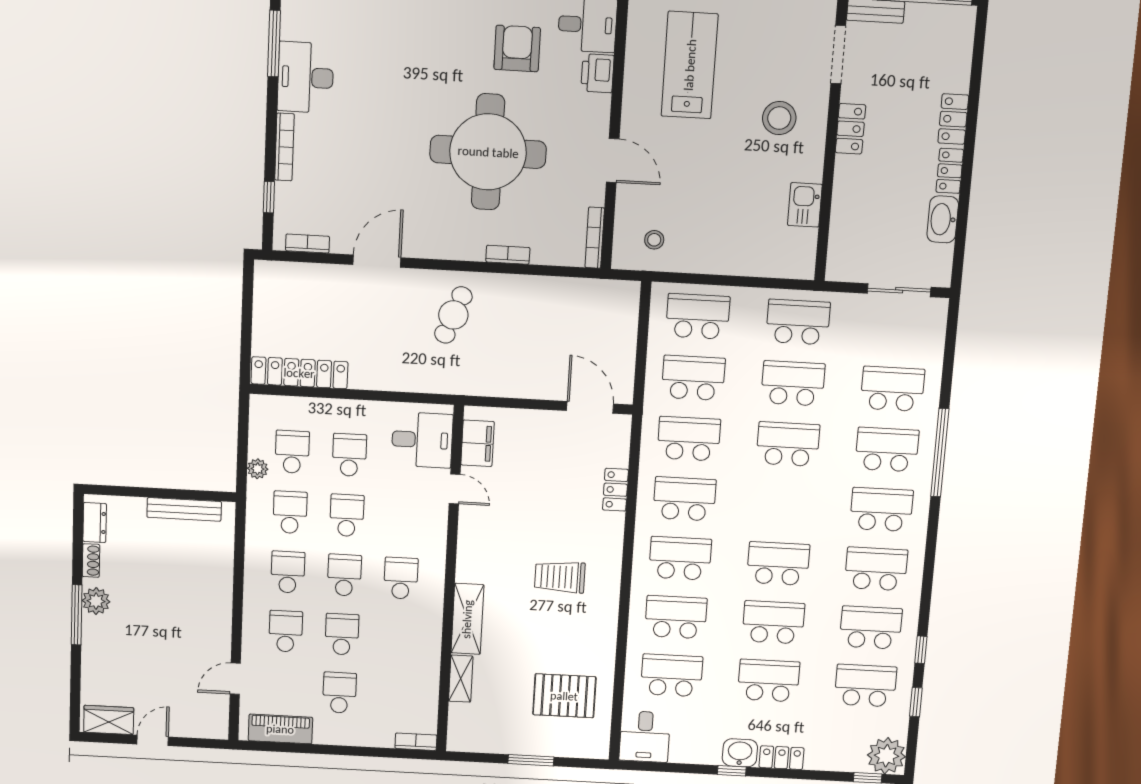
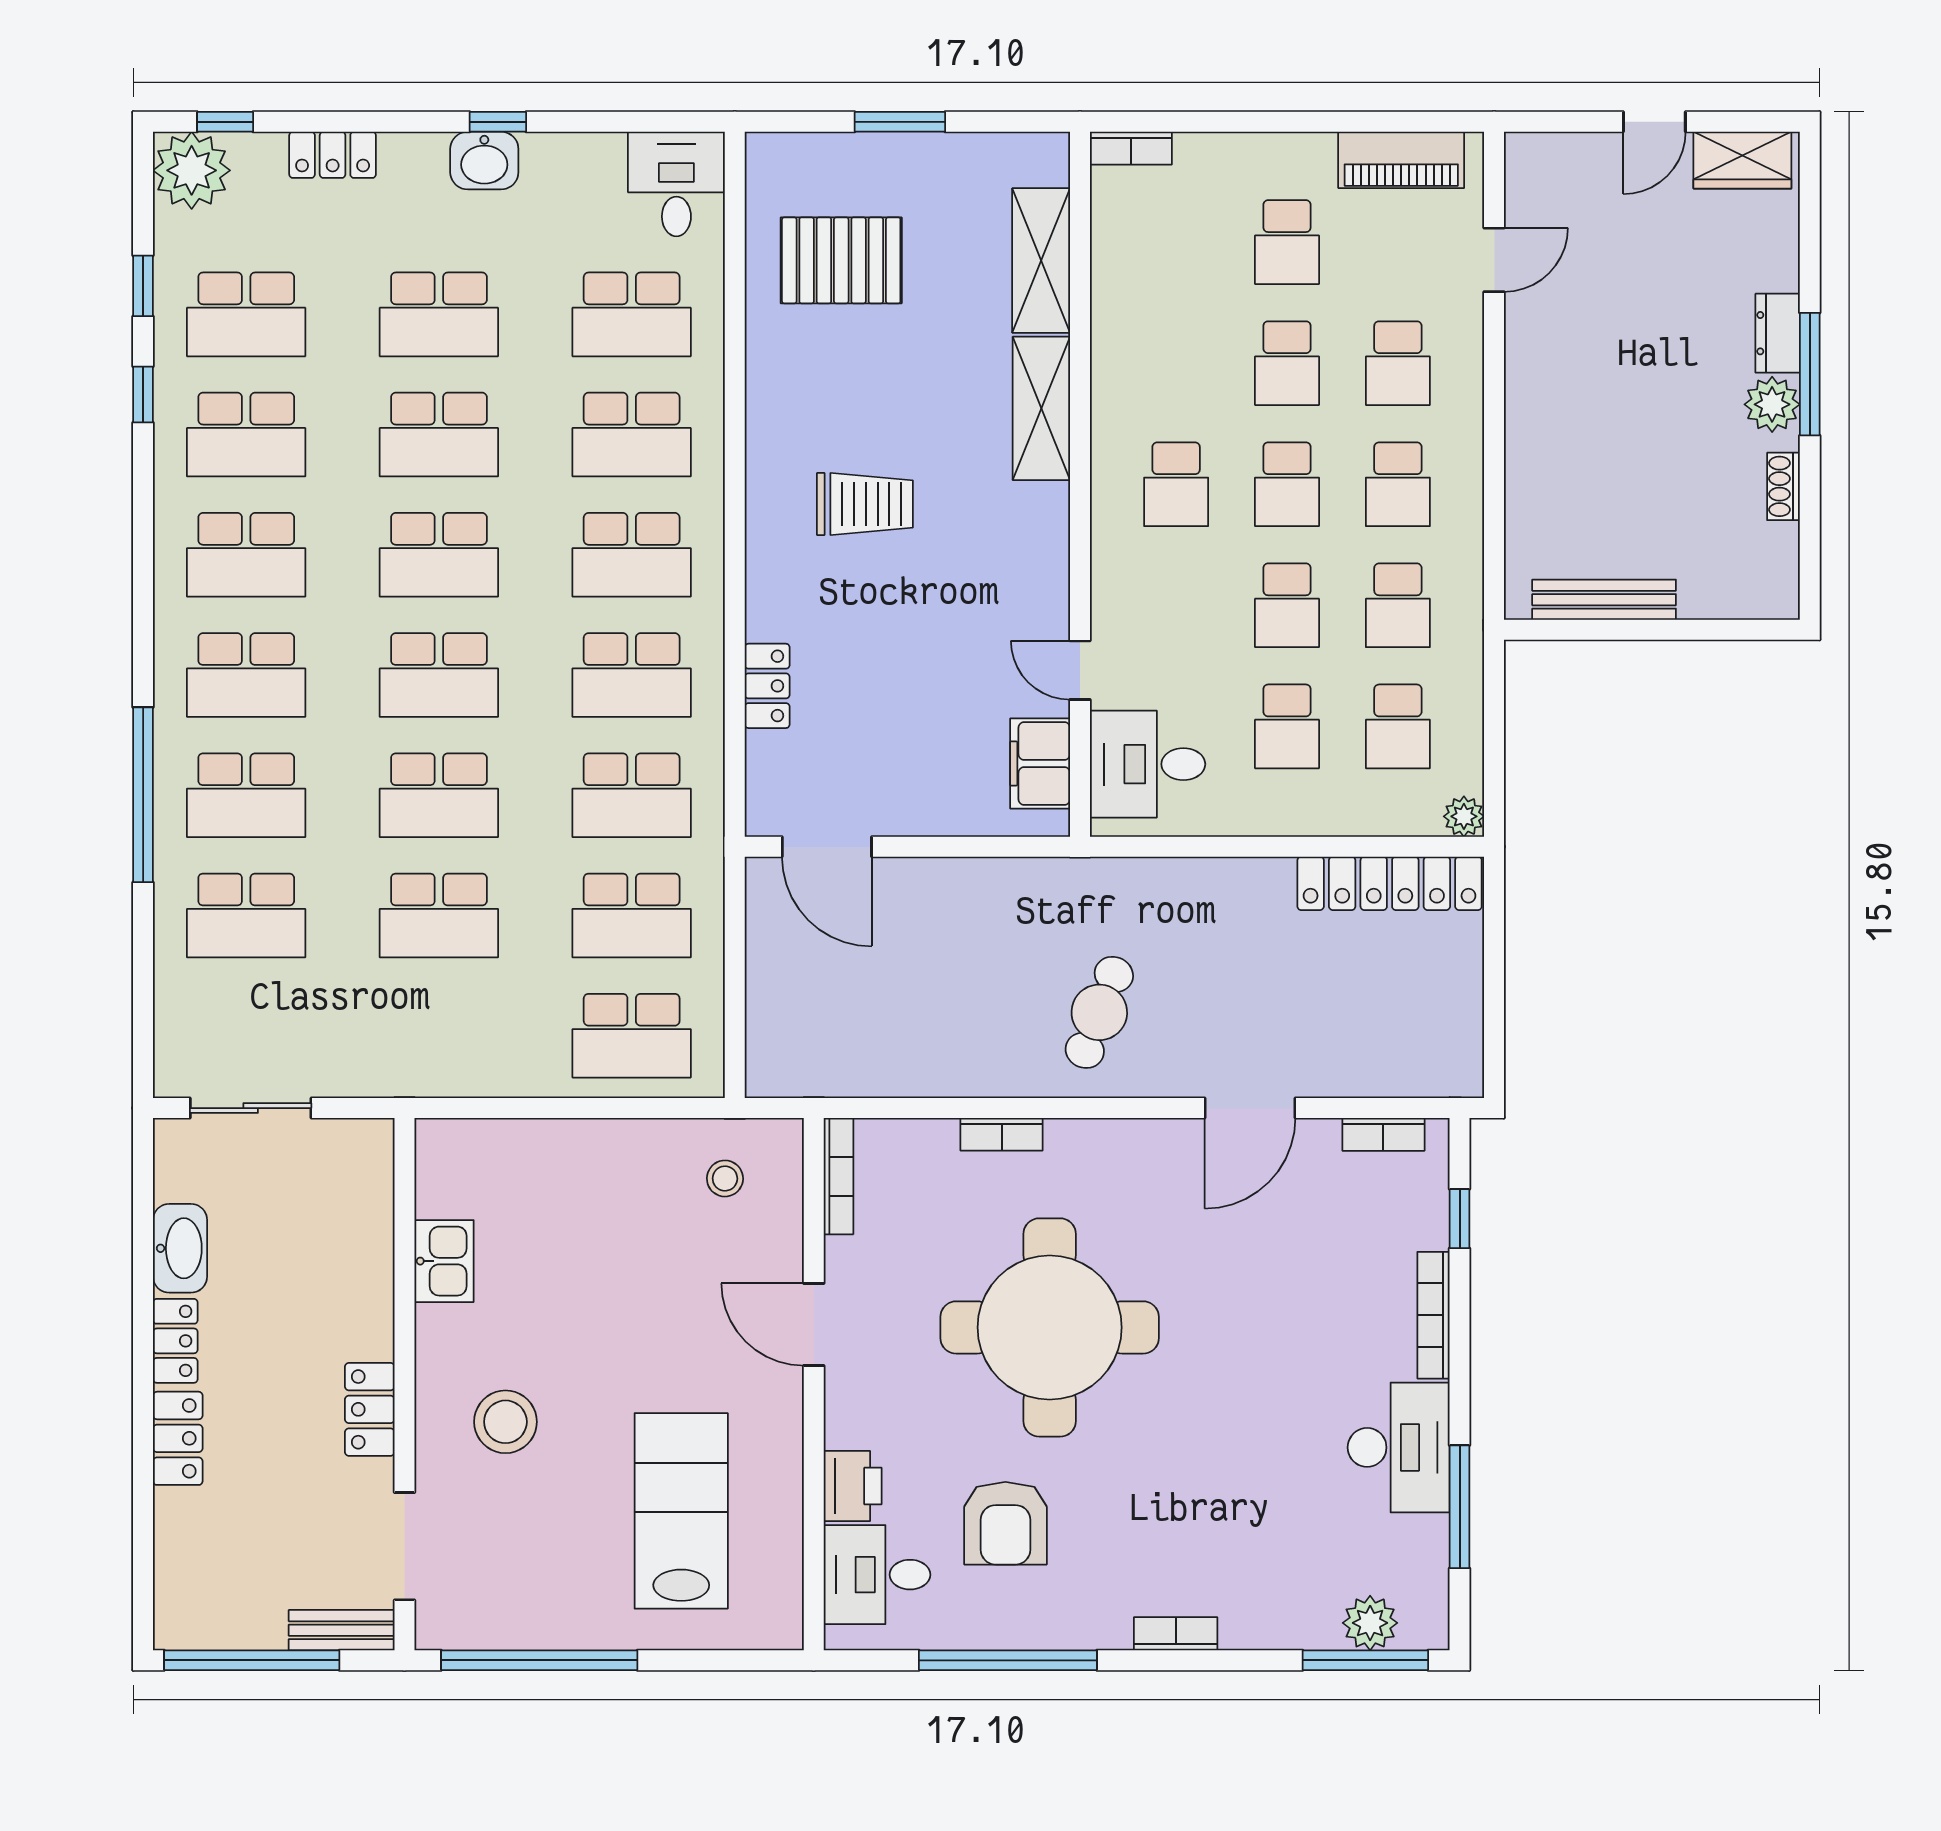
lab bench: (690, 65) -> (681, 1511), turned 180
school desk: (798, 322) -> (439, 675), moved
plant: (258, 469) -> (1464, 816), moved
dresser: (95, 523) -> (1778, 333), moved
shelving: (461, 679) -> (1041, 260), width x1.50, depth x1.33
locker: (782, 758) -> (333, 155), moved

